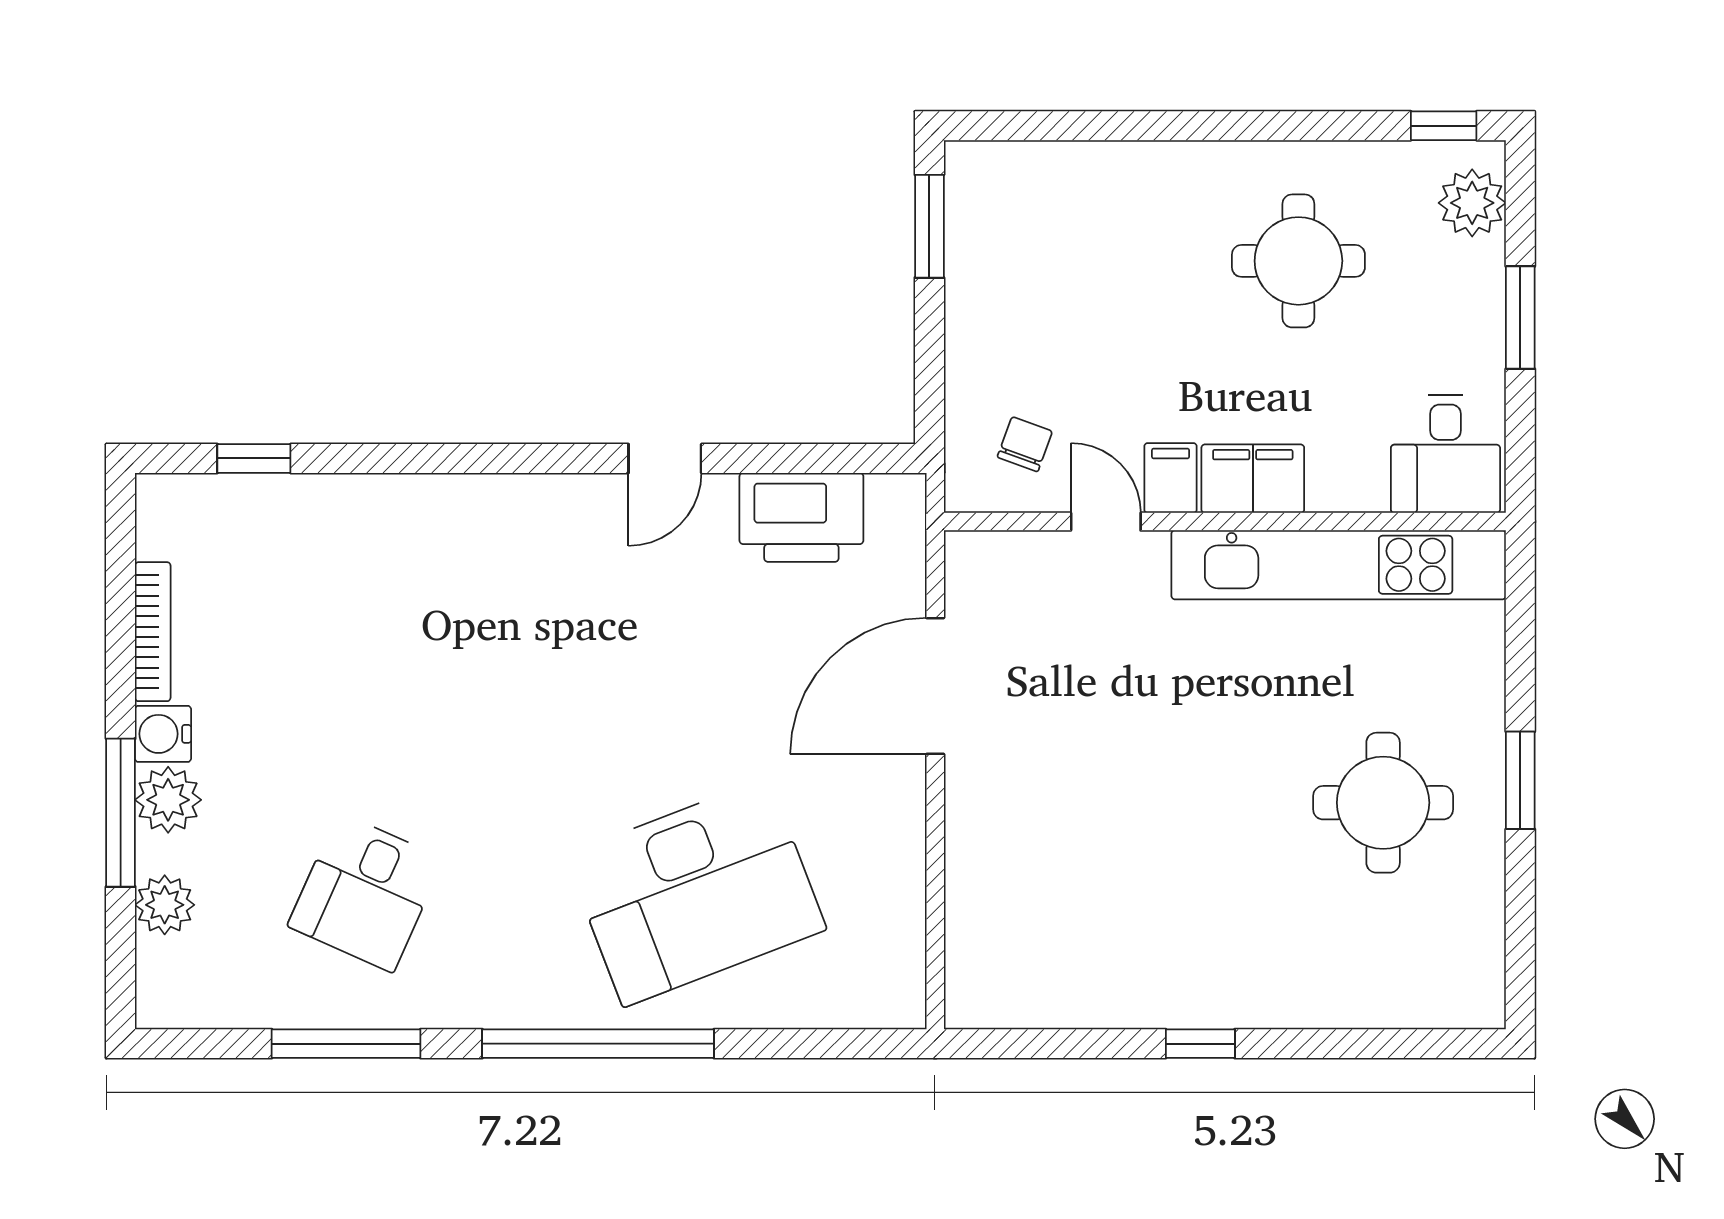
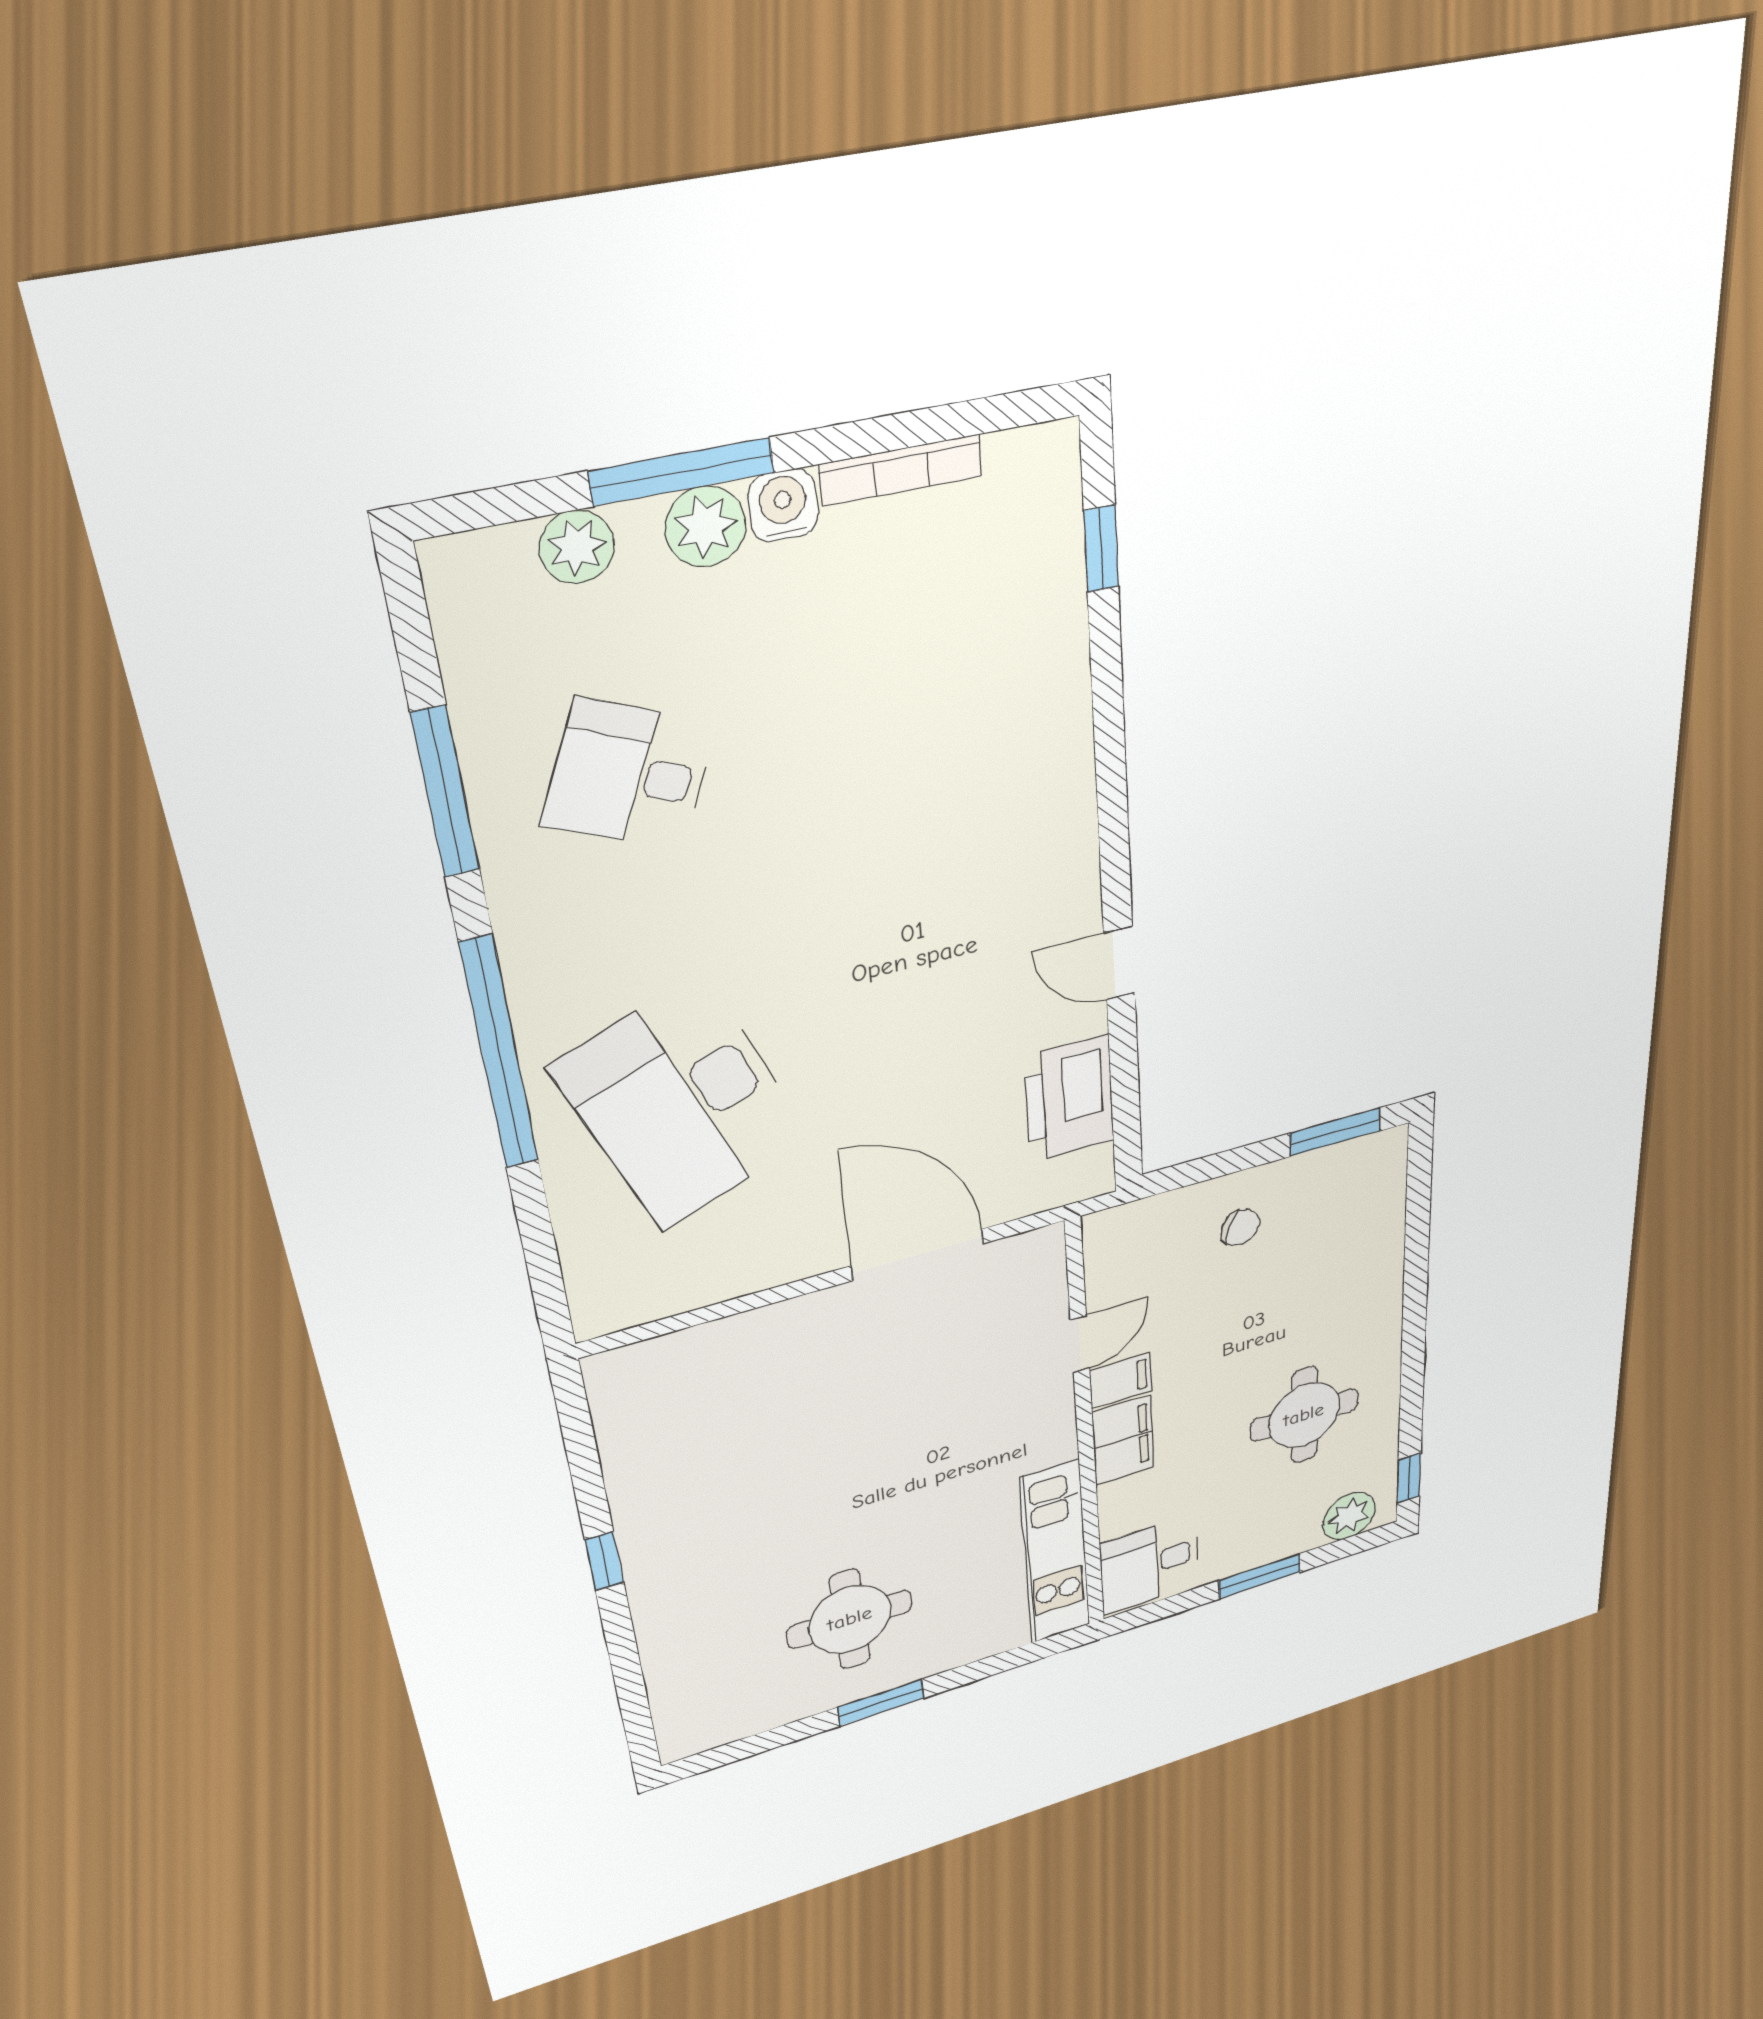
chair: (1025, 444) -> (1240, 1227), moved
kitchen unit: (1339, 565) -> (1055, 1553), width x0.73

